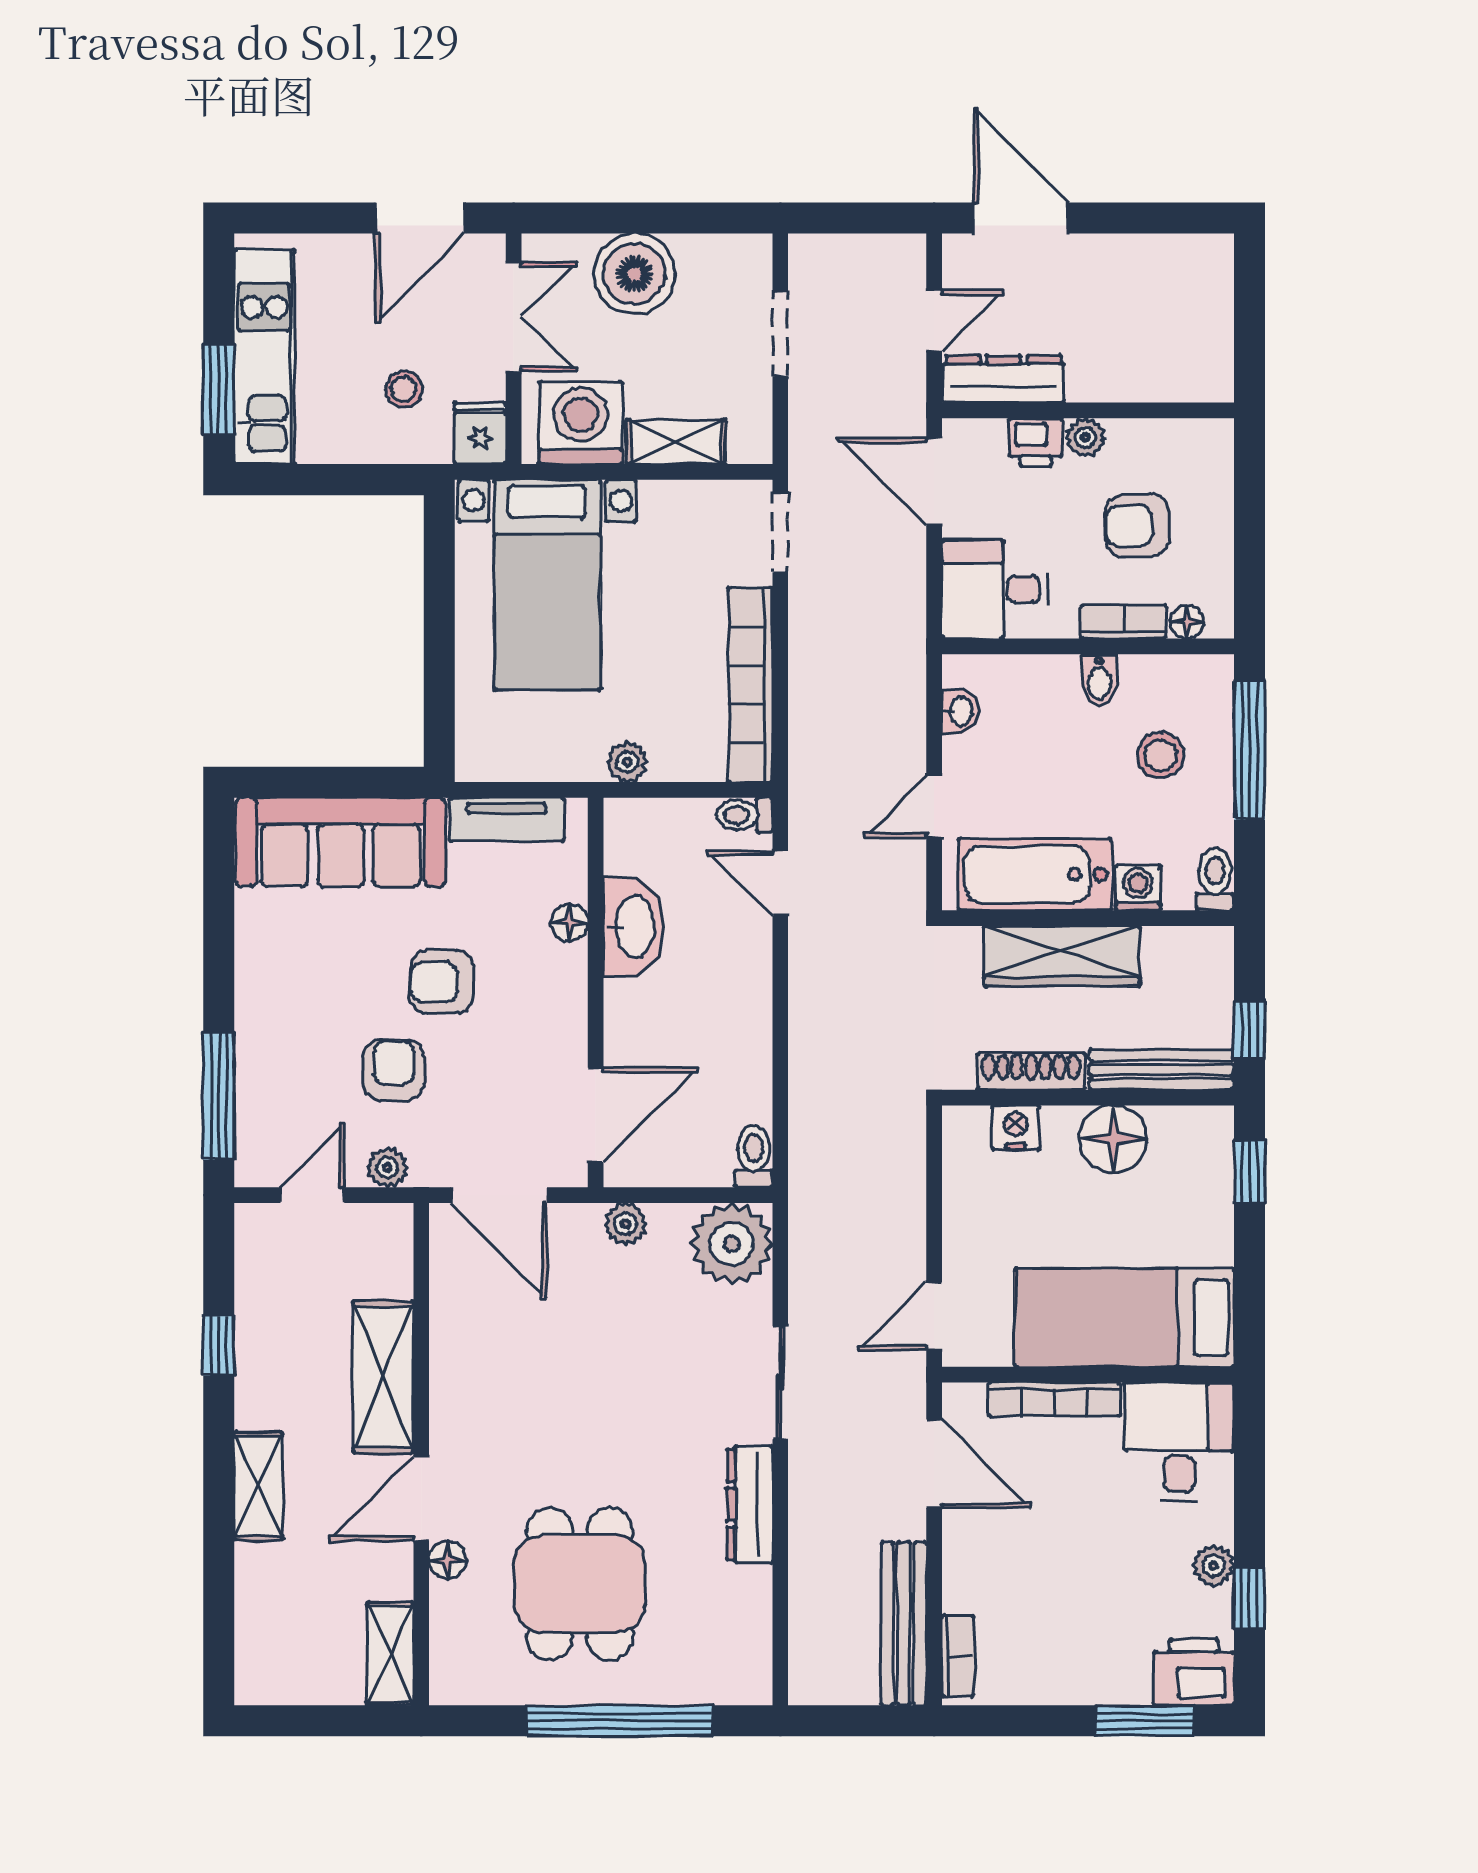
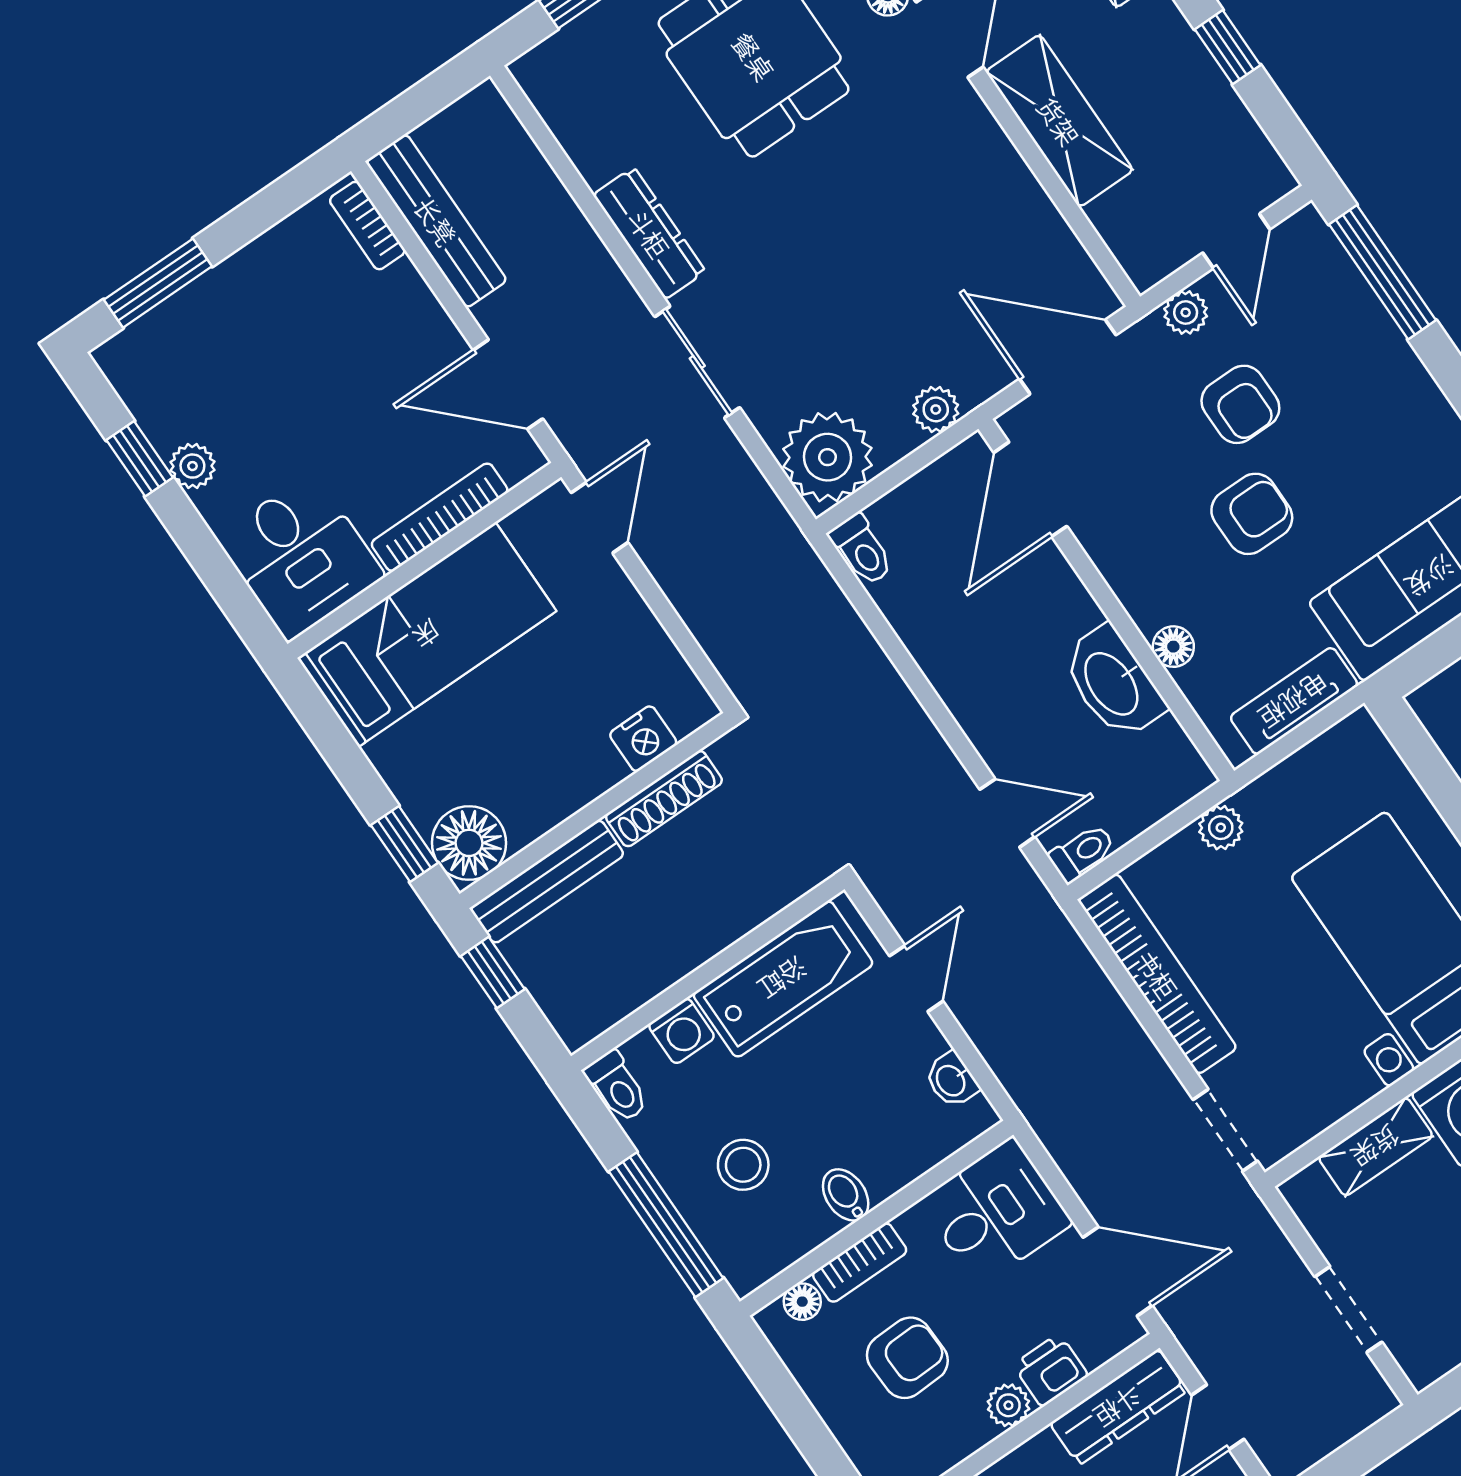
wardrobe: (1062, 956) -> (708, 922), removed
floor lamp: (1113, 1139) -> (469, 843), moved
printer: (1194, 1672) -> (144, 357), removed

